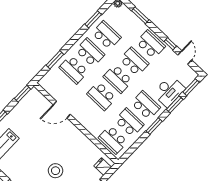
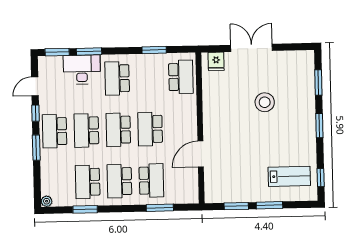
window: (140, 15) -> (36, 148), moved
school desk: (118, 79) -> (118, 130), turned 180
window: (23, 94) -> (236, 206), moved
school desk: (101, 96) -> (150, 129), turned 180
door: (62, 110) -> (201, 154), swing flipped
school desk: (129, 122) -> (149, 78), removed
window: (154, 126) -> (154, 50), moved

